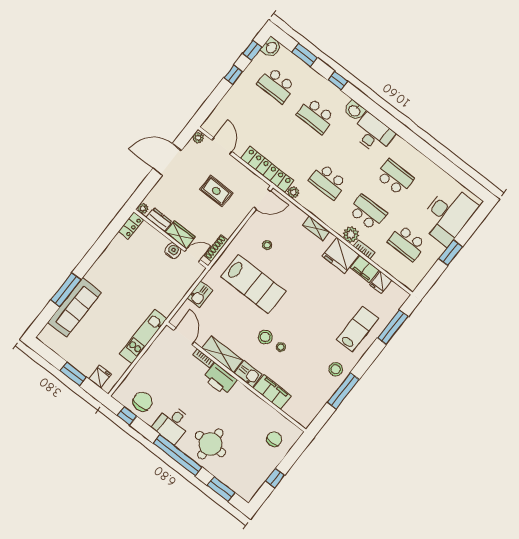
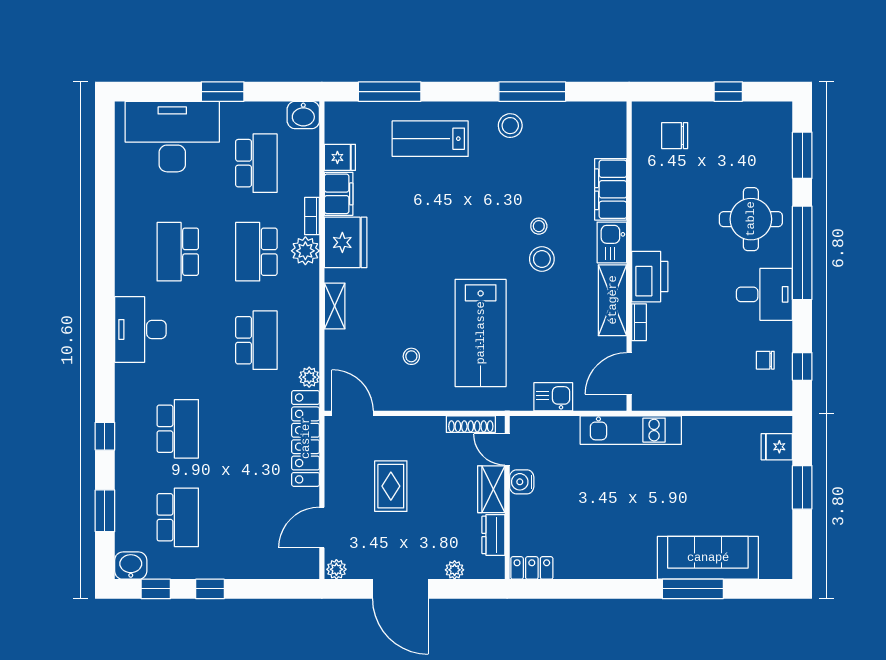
washbasin: (355, 111) -> (303, 115), moved, turned 90
plant: (143, 208) -> (455, 570), moved
lab bench: (253, 284) -> (481, 333), turned 180
kitchen unit: (143, 336) -> (631, 430), moved
chair: (143, 402) -> (765, 360), width x0.54, depth x0.54

